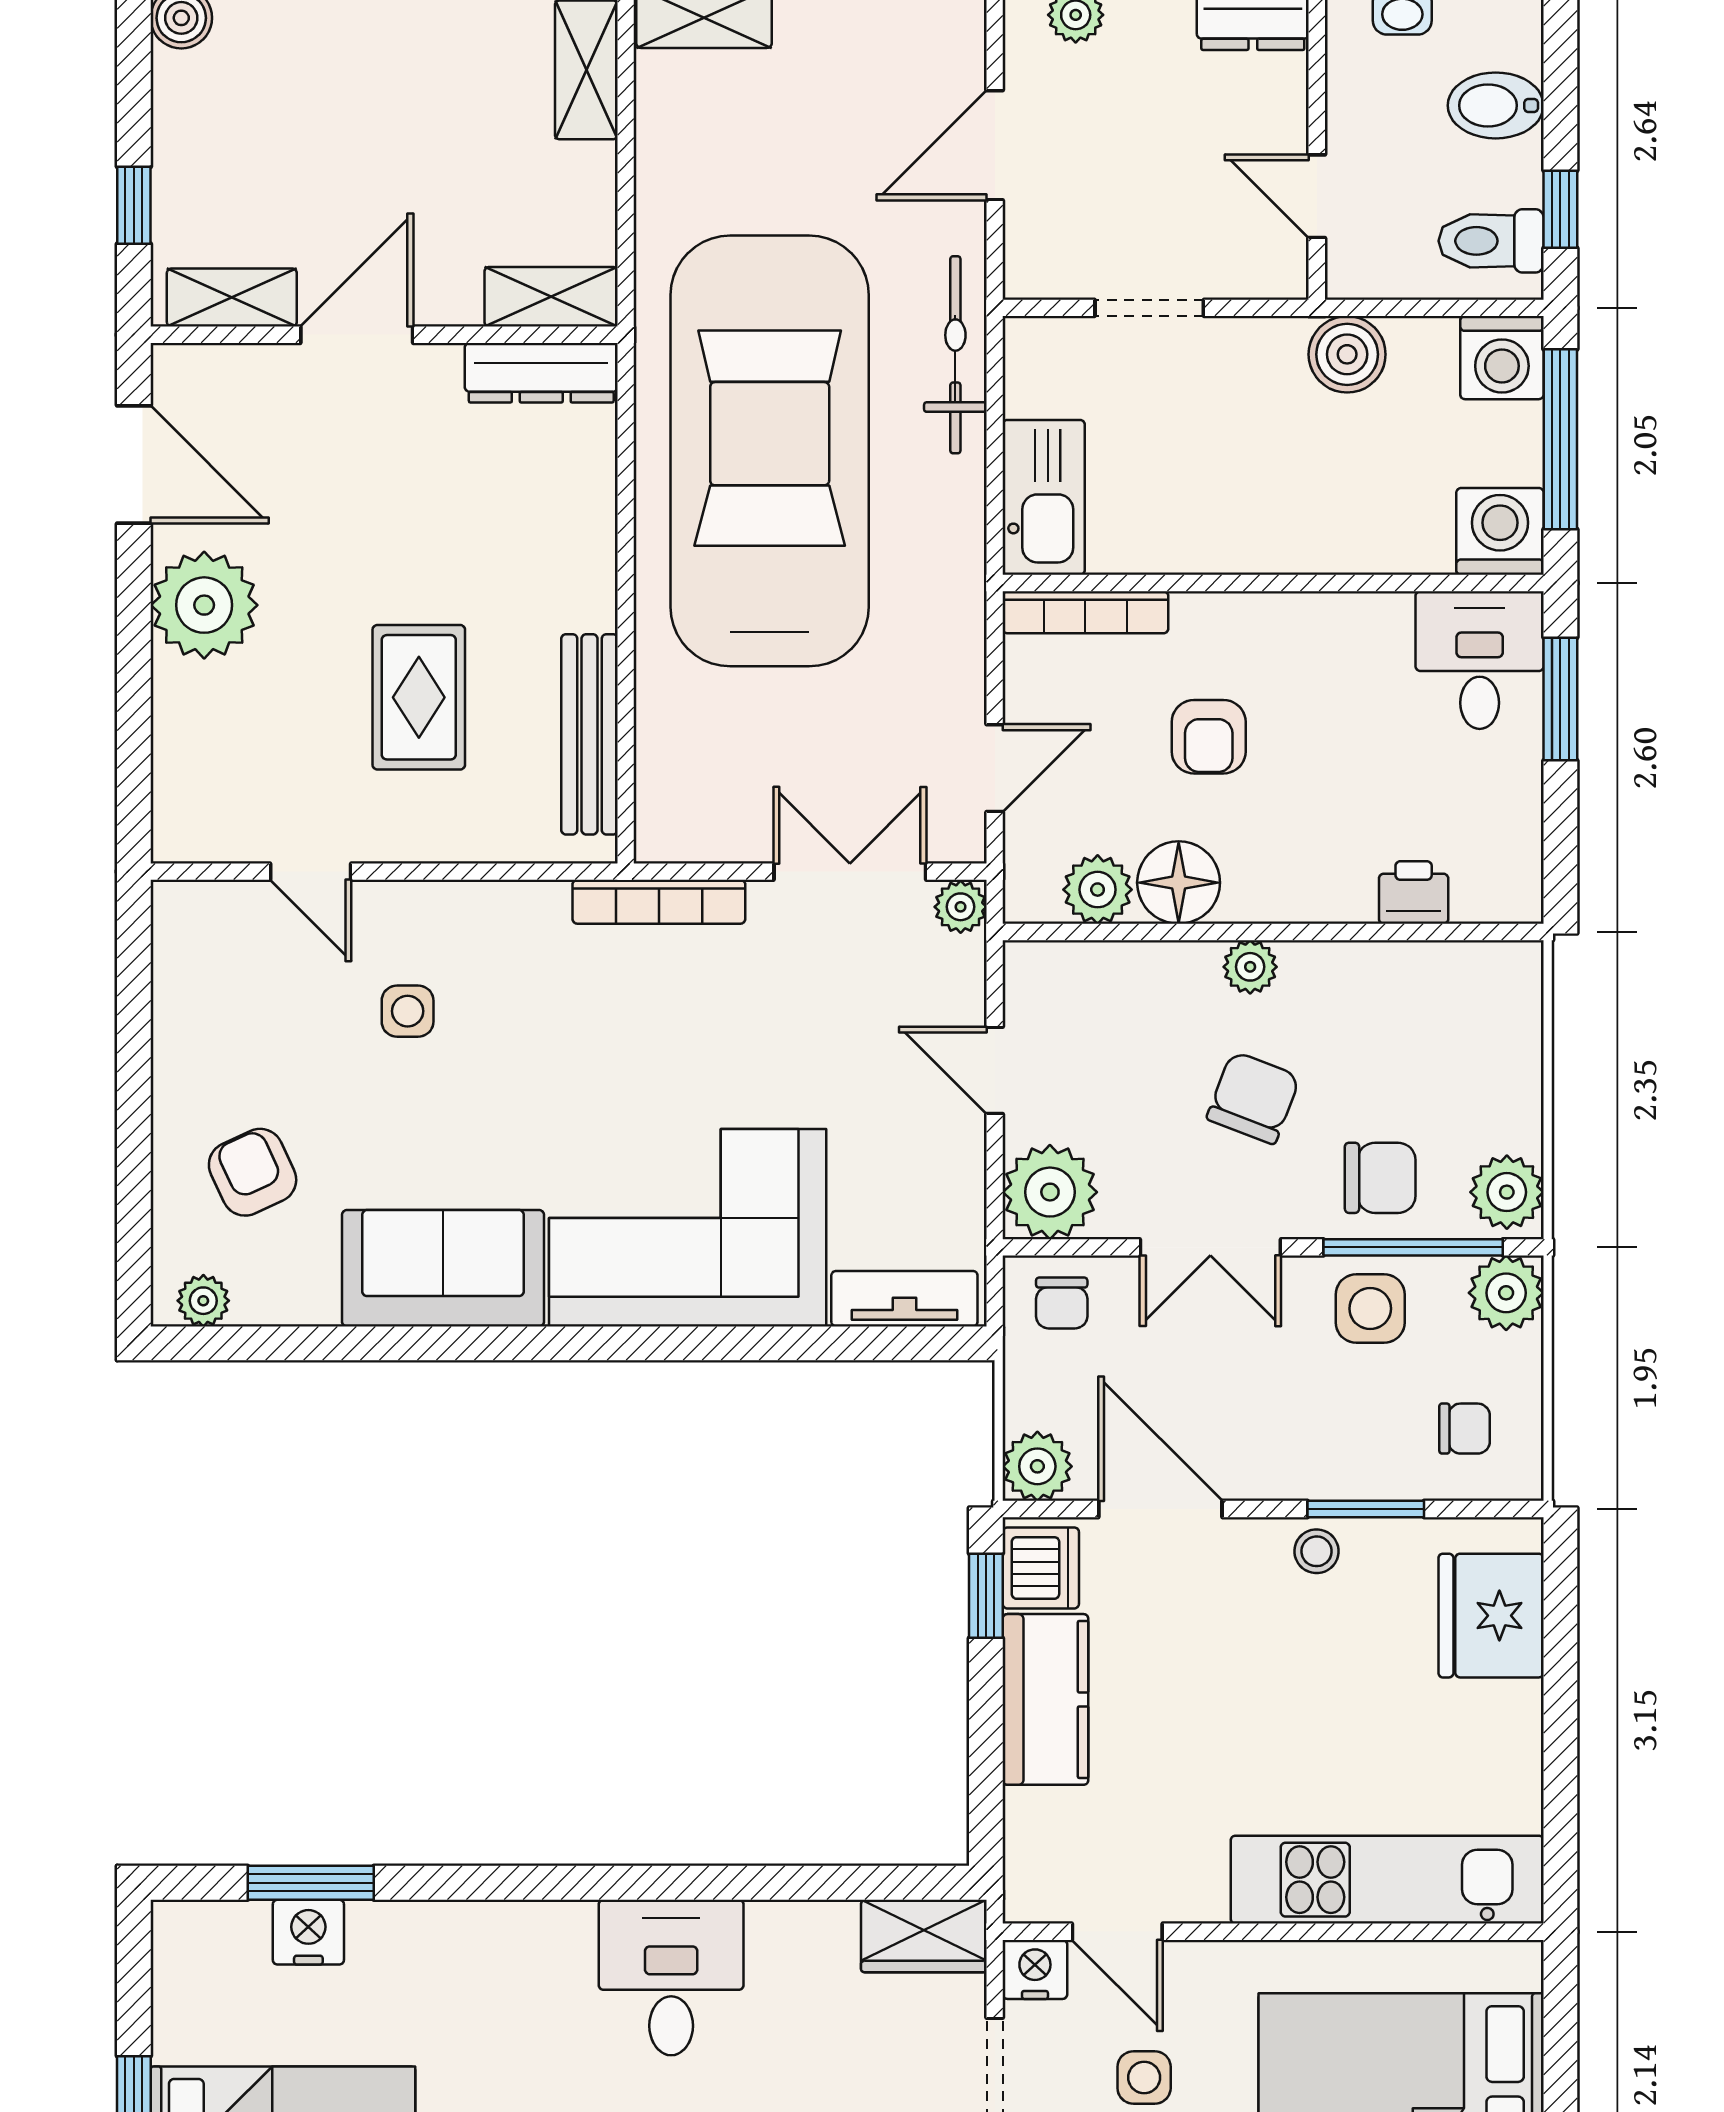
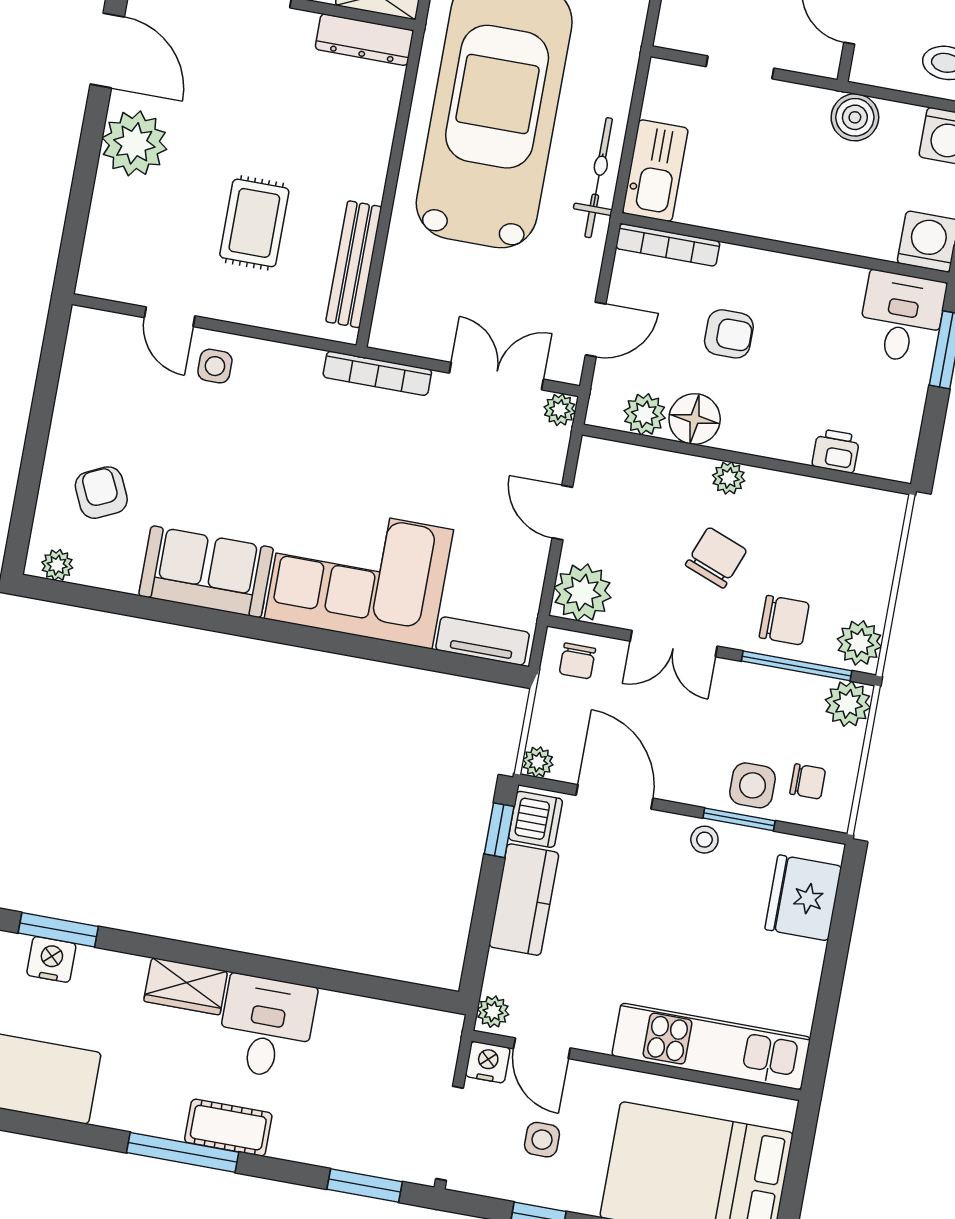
bicycle: (955, 355) -> (599, 178), moved
armchair: (1209, 737) -> (729, 334), turned -90
side table: (408, 1011) -> (215, 366), moved
side table: (1370, 1309) -> (753, 785), moved
plant: (1037, 1466) -> (538, 762), width x0.73, depth x0.73
plant: (1029, 1887) -> (493, 1012), added
wardrobe: (924, 1936) -> (186, 986), moved

